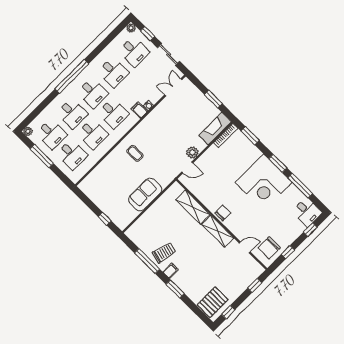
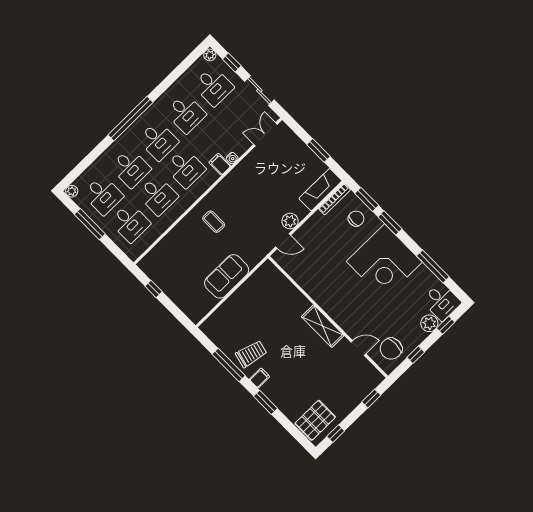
window: (278, 163) -> (390, 223), moved
shelving: (193, 207) -> (290, 294), removed
chair: (223, 213) -> (356, 219), moved
window: (105, 219) -> (154, 289), moved
plant: (298, 228) -> (429, 323), added

